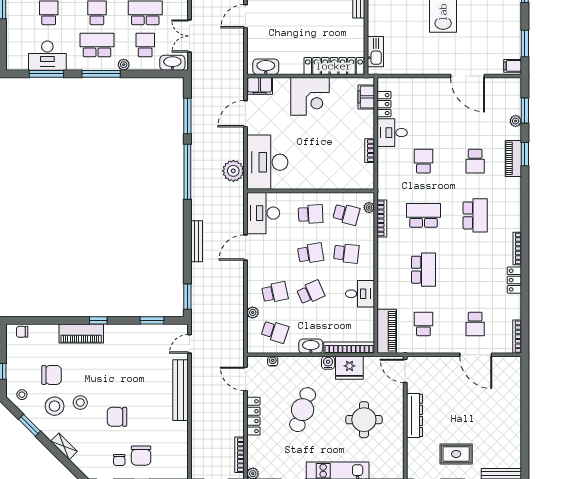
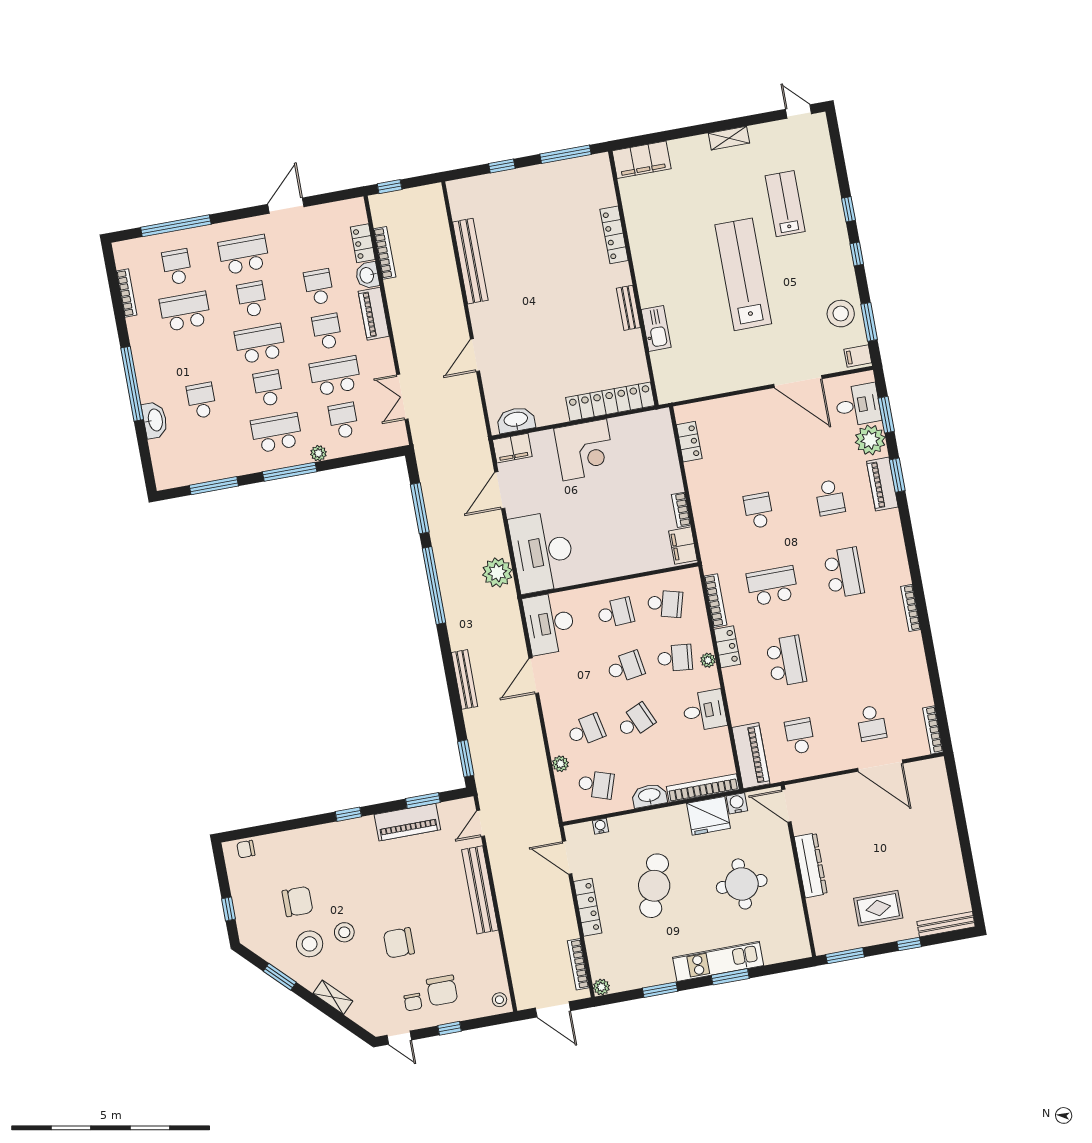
stool: (506, 34) -> (841, 314), added
kitchen sink: (375, 52) -> (656, 328), moved
desk: (47, 56) -> (210, 460), removed
washbasin: (172, 63) -> (155, 420), moved, turned 90
filing cabinet: (366, 97) -> (683, 546), moved
plant: (516, 121) -> (870, 440), width x1.87, depth x1.87
desk: (392, 133) -> (858, 405), moved, turned 180
plant: (369, 207) -> (708, 660), moved
locker: (514, 280) -> (727, 647), moved, turned 180
piano: (81, 334) -> (407, 822), moved
water cooler: (328, 363) -> (737, 803), moved
stool: (22, 395) -> (499, 1000), moved

